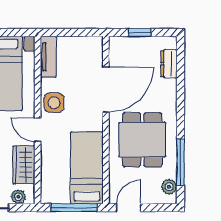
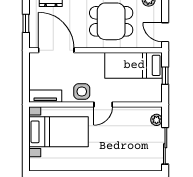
door: (106, 90) -> (56, 50), moved
wardrobe: (24, 165) -> (131, 116), removed
window: (74, 208) -> (165, 76), width x0.46

